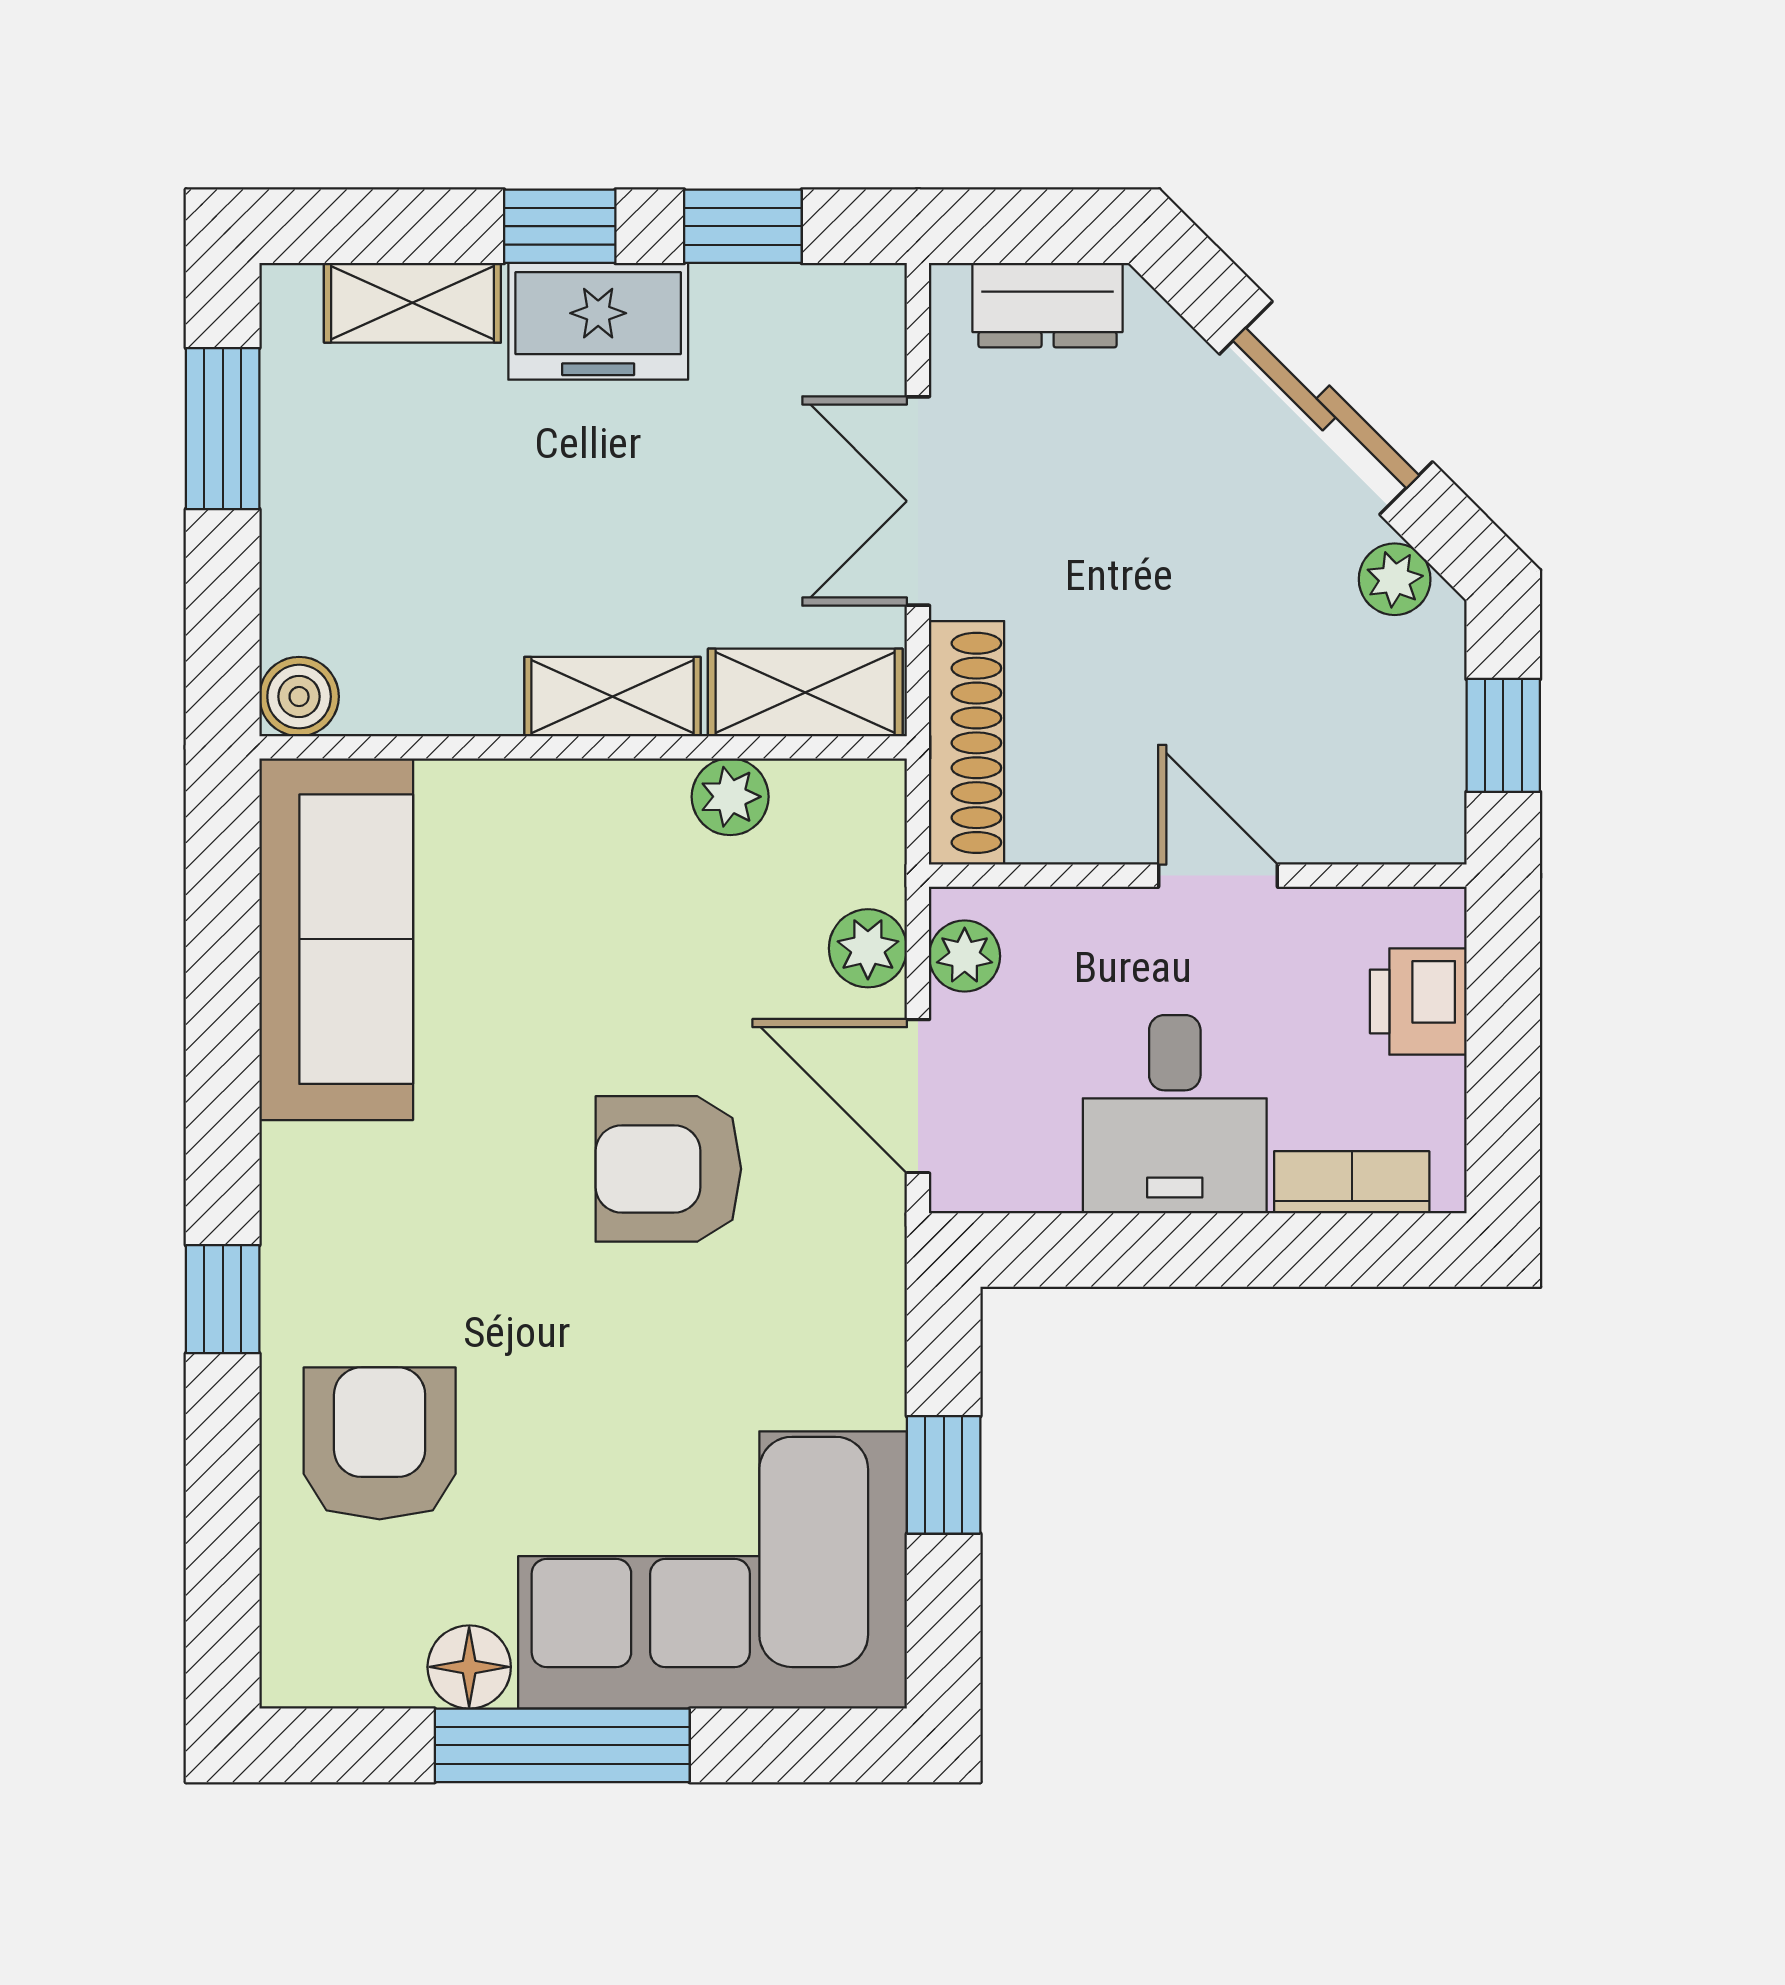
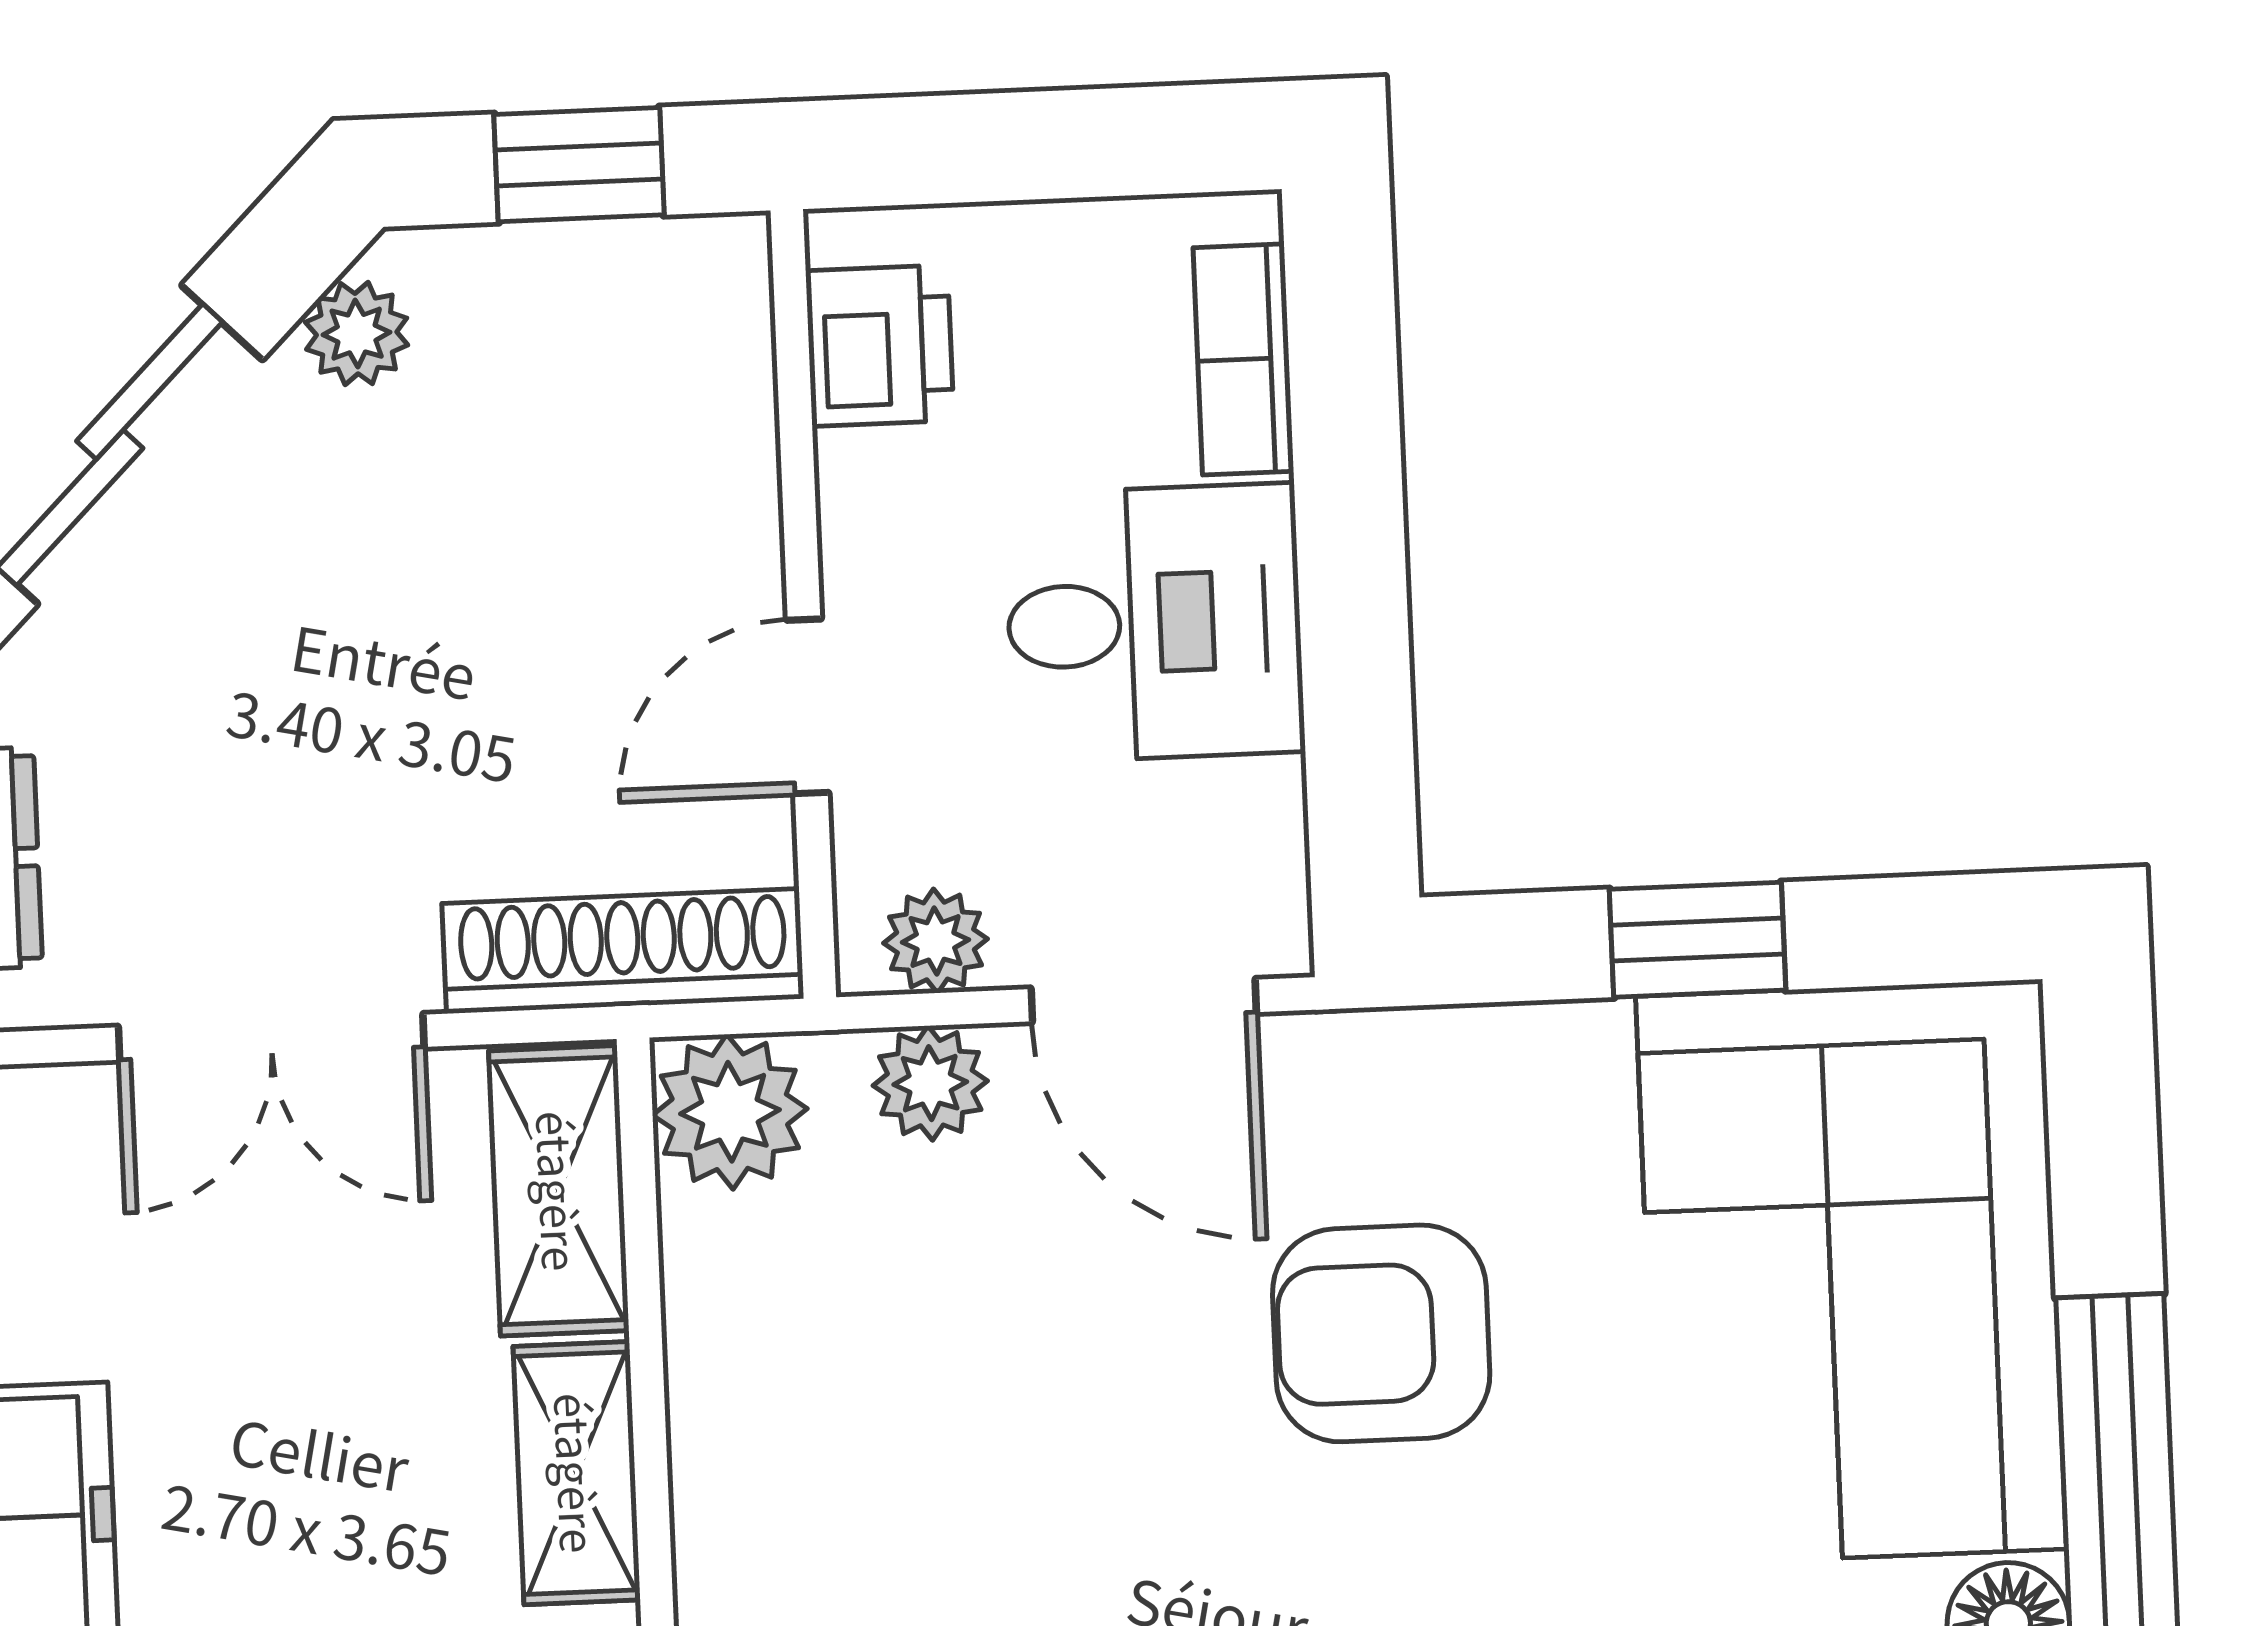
plant: (730, 797) -> (730, 1112), moved, width x1.38, depth x1.38
door: (1218, 876) -> (808, 706), moved
printer: (1418, 1001) -> (880, 346), moved, turned -90
door: (918, 1096) -> (1144, 1001), hinge flipped
armchair: (668, 1169) -> (1381, 1333), moved, turned 90

